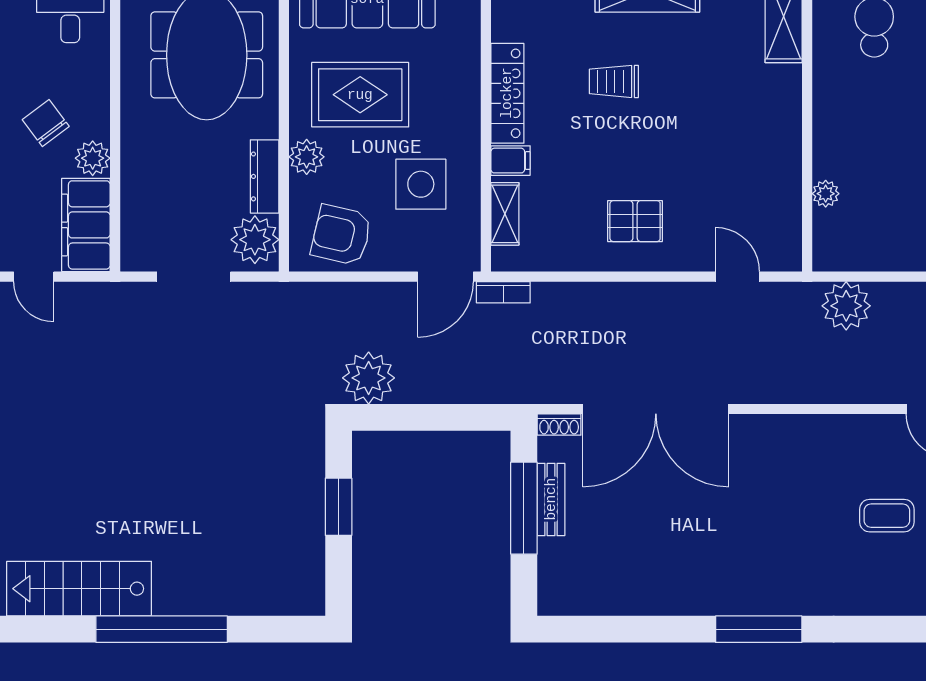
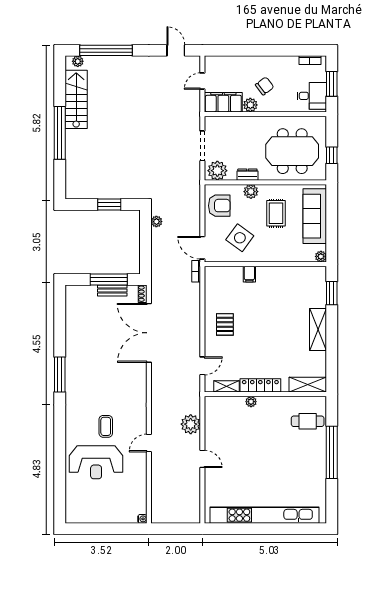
trolley: (614, 81) -> (281, 316), removed
locker: (507, 93) -> (260, 385), moved, turned 180
rug: (360, 95) -> (276, 213), width x0.73, depth x0.70
dresser: (265, 176) -> (247, 175), width x0.70
side table: (421, 184) -> (240, 238), turned 36
plant: (826, 194) -> (251, 402), moved
shelving: (505, 214) -> (226, 386), moved
armchair: (341, 235) -> (219, 206), turned 77
plant: (846, 306) -> (191, 424), moved
plant: (369, 378) -> (156, 222), width x0.53, depth x0.53

